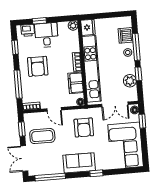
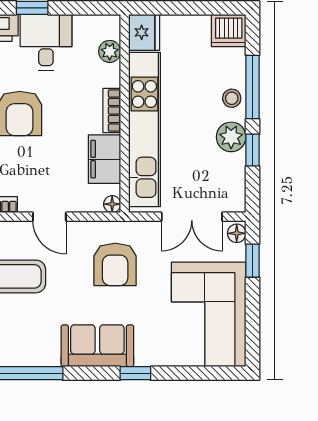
plant: (73, 26) -> (110, 51), moved
dishwasher: (126, 35) -> (229, 30), moved, turned -90
plant: (130, 81) -> (231, 137), moved

